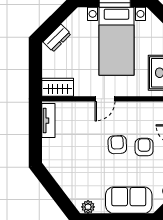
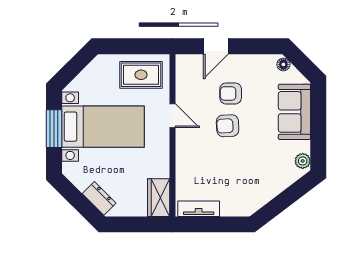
door: (105, 99) -> (172, 116), moved

